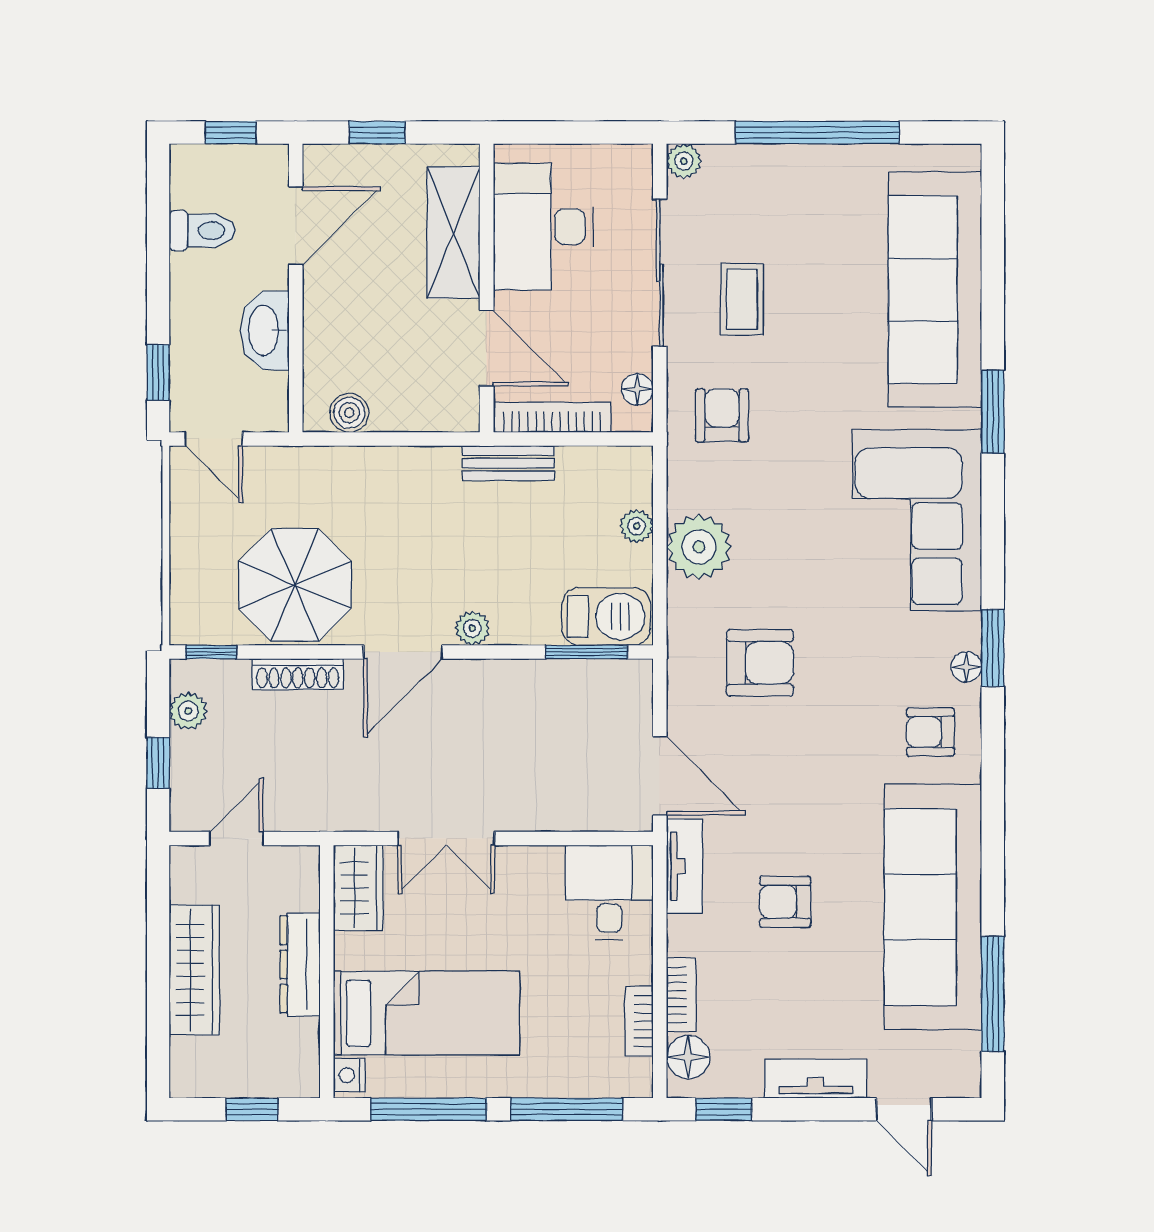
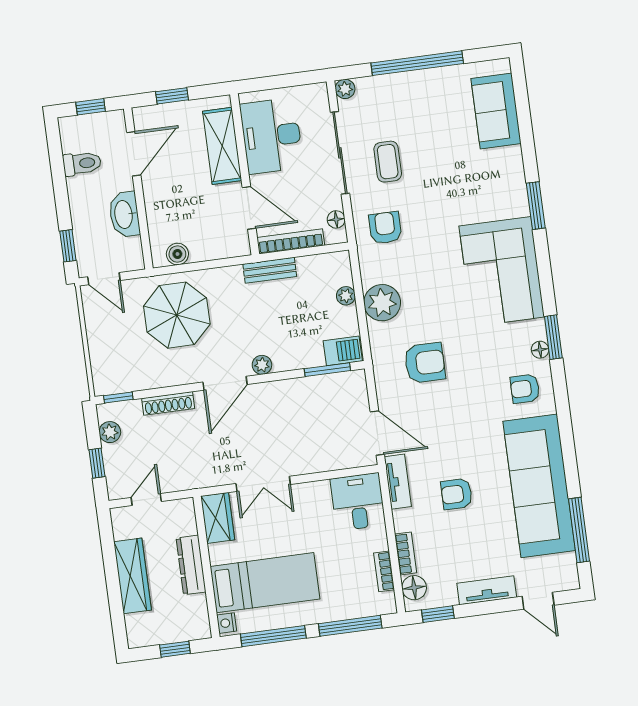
sofa: (935, 290) -> (496, 111), width x0.54, depth x0.79
parasol: (295, 585) -> (177, 315), moved
barbecue: (606, 617) -> (343, 351), width x0.73, depth x0.79

